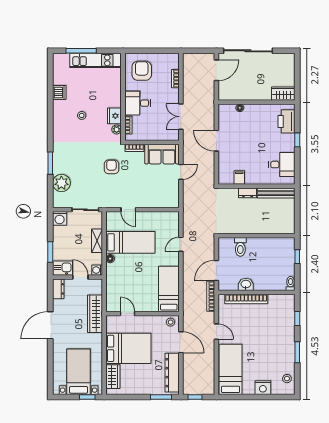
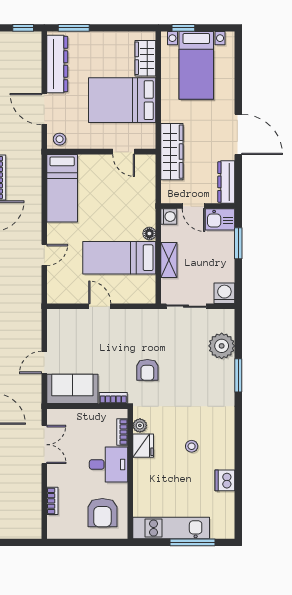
door: (128, 210) -> (100, 306), moved
dresser: (58, 289) -> (226, 182), width x1.44
door: (50, 325) -> (238, 134), hinge flipped

